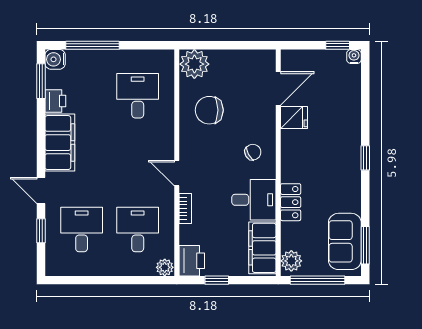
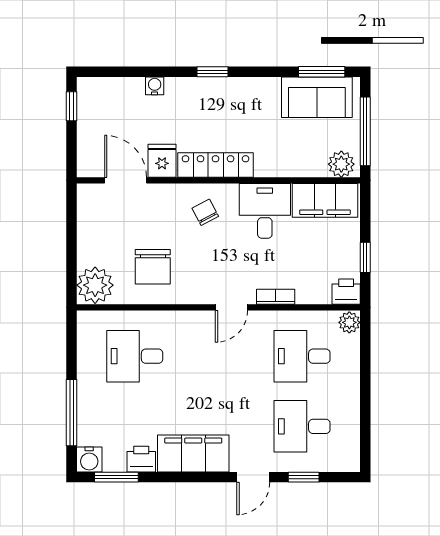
water cooler: (354, 56) -> (155, 86), moved, turned 90
locker: (291, 202) -> (216, 165), moved, width x1.53
printer: (192, 261) -> (346, 292), width x0.73, depth x0.81

